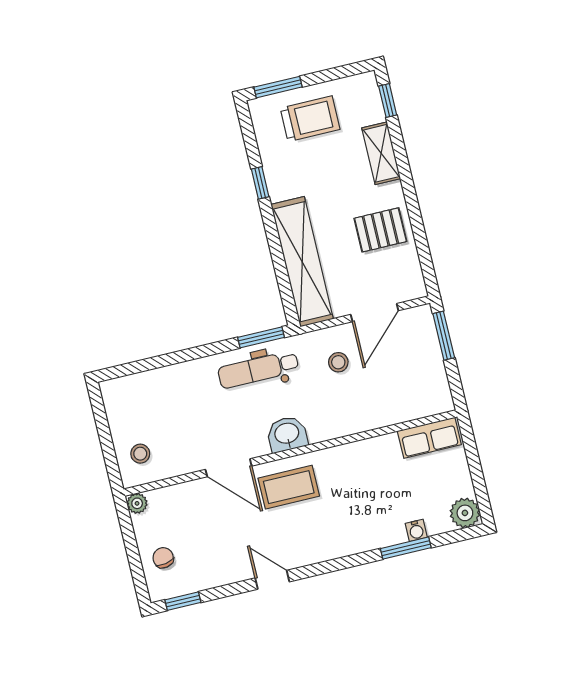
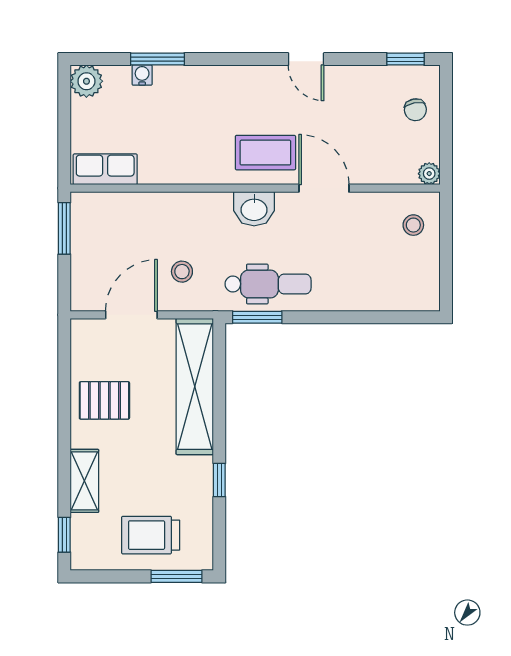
window: (444, 336) -> (64, 228), moved

